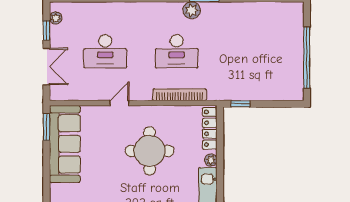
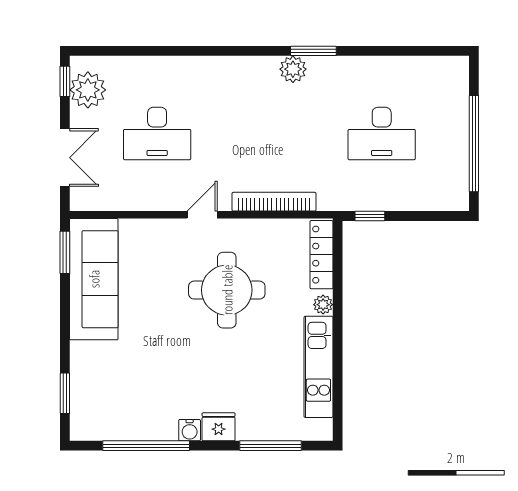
plant: (56, 18) -> (88, 90), width x1.88, depth x1.88
window: (46, 30) -> (65, 81), moved
desk: (177, 51) -> (382, 133), moved
door: (120, 103) -> (202, 215), moved

